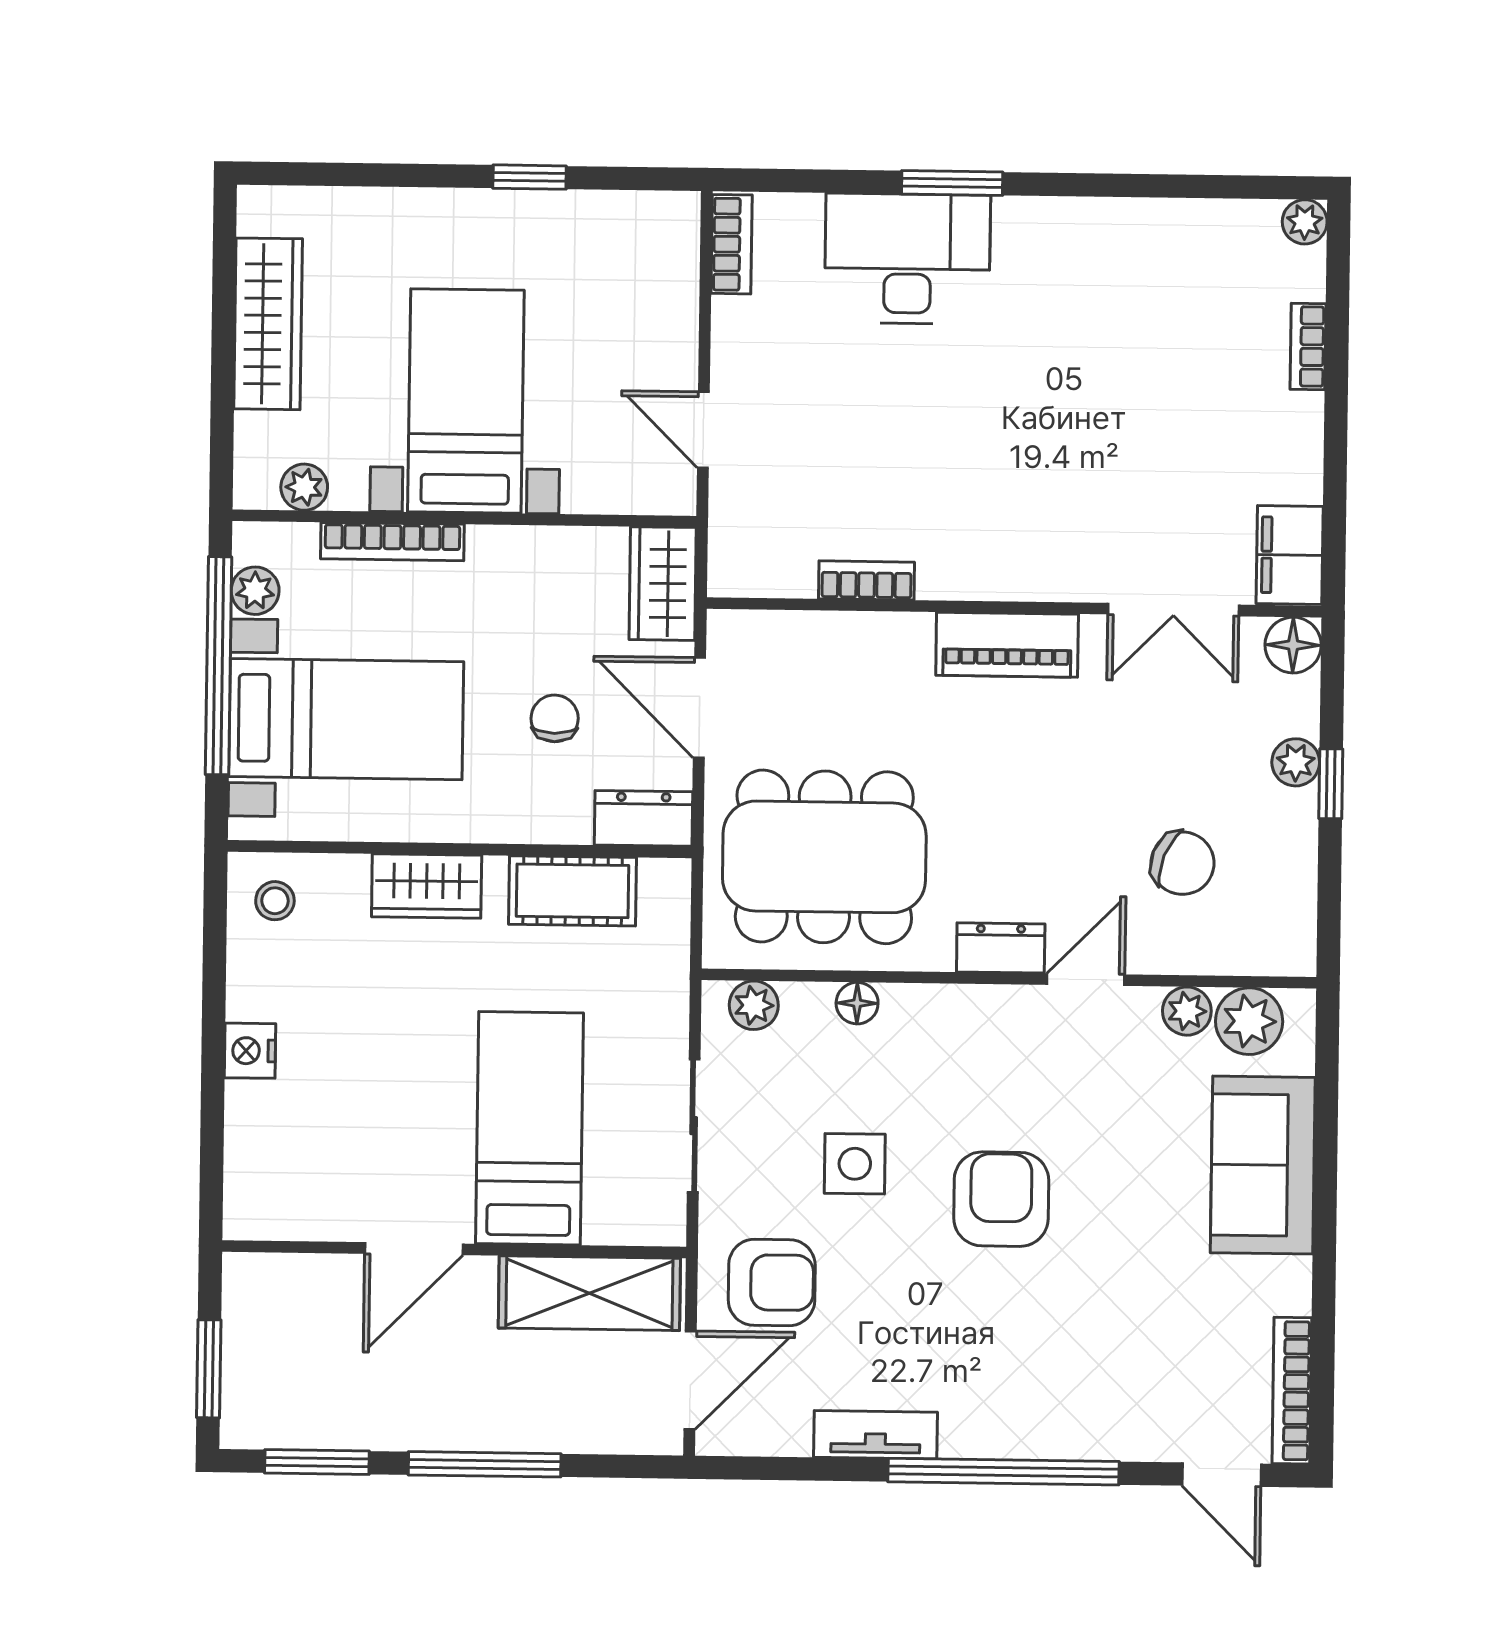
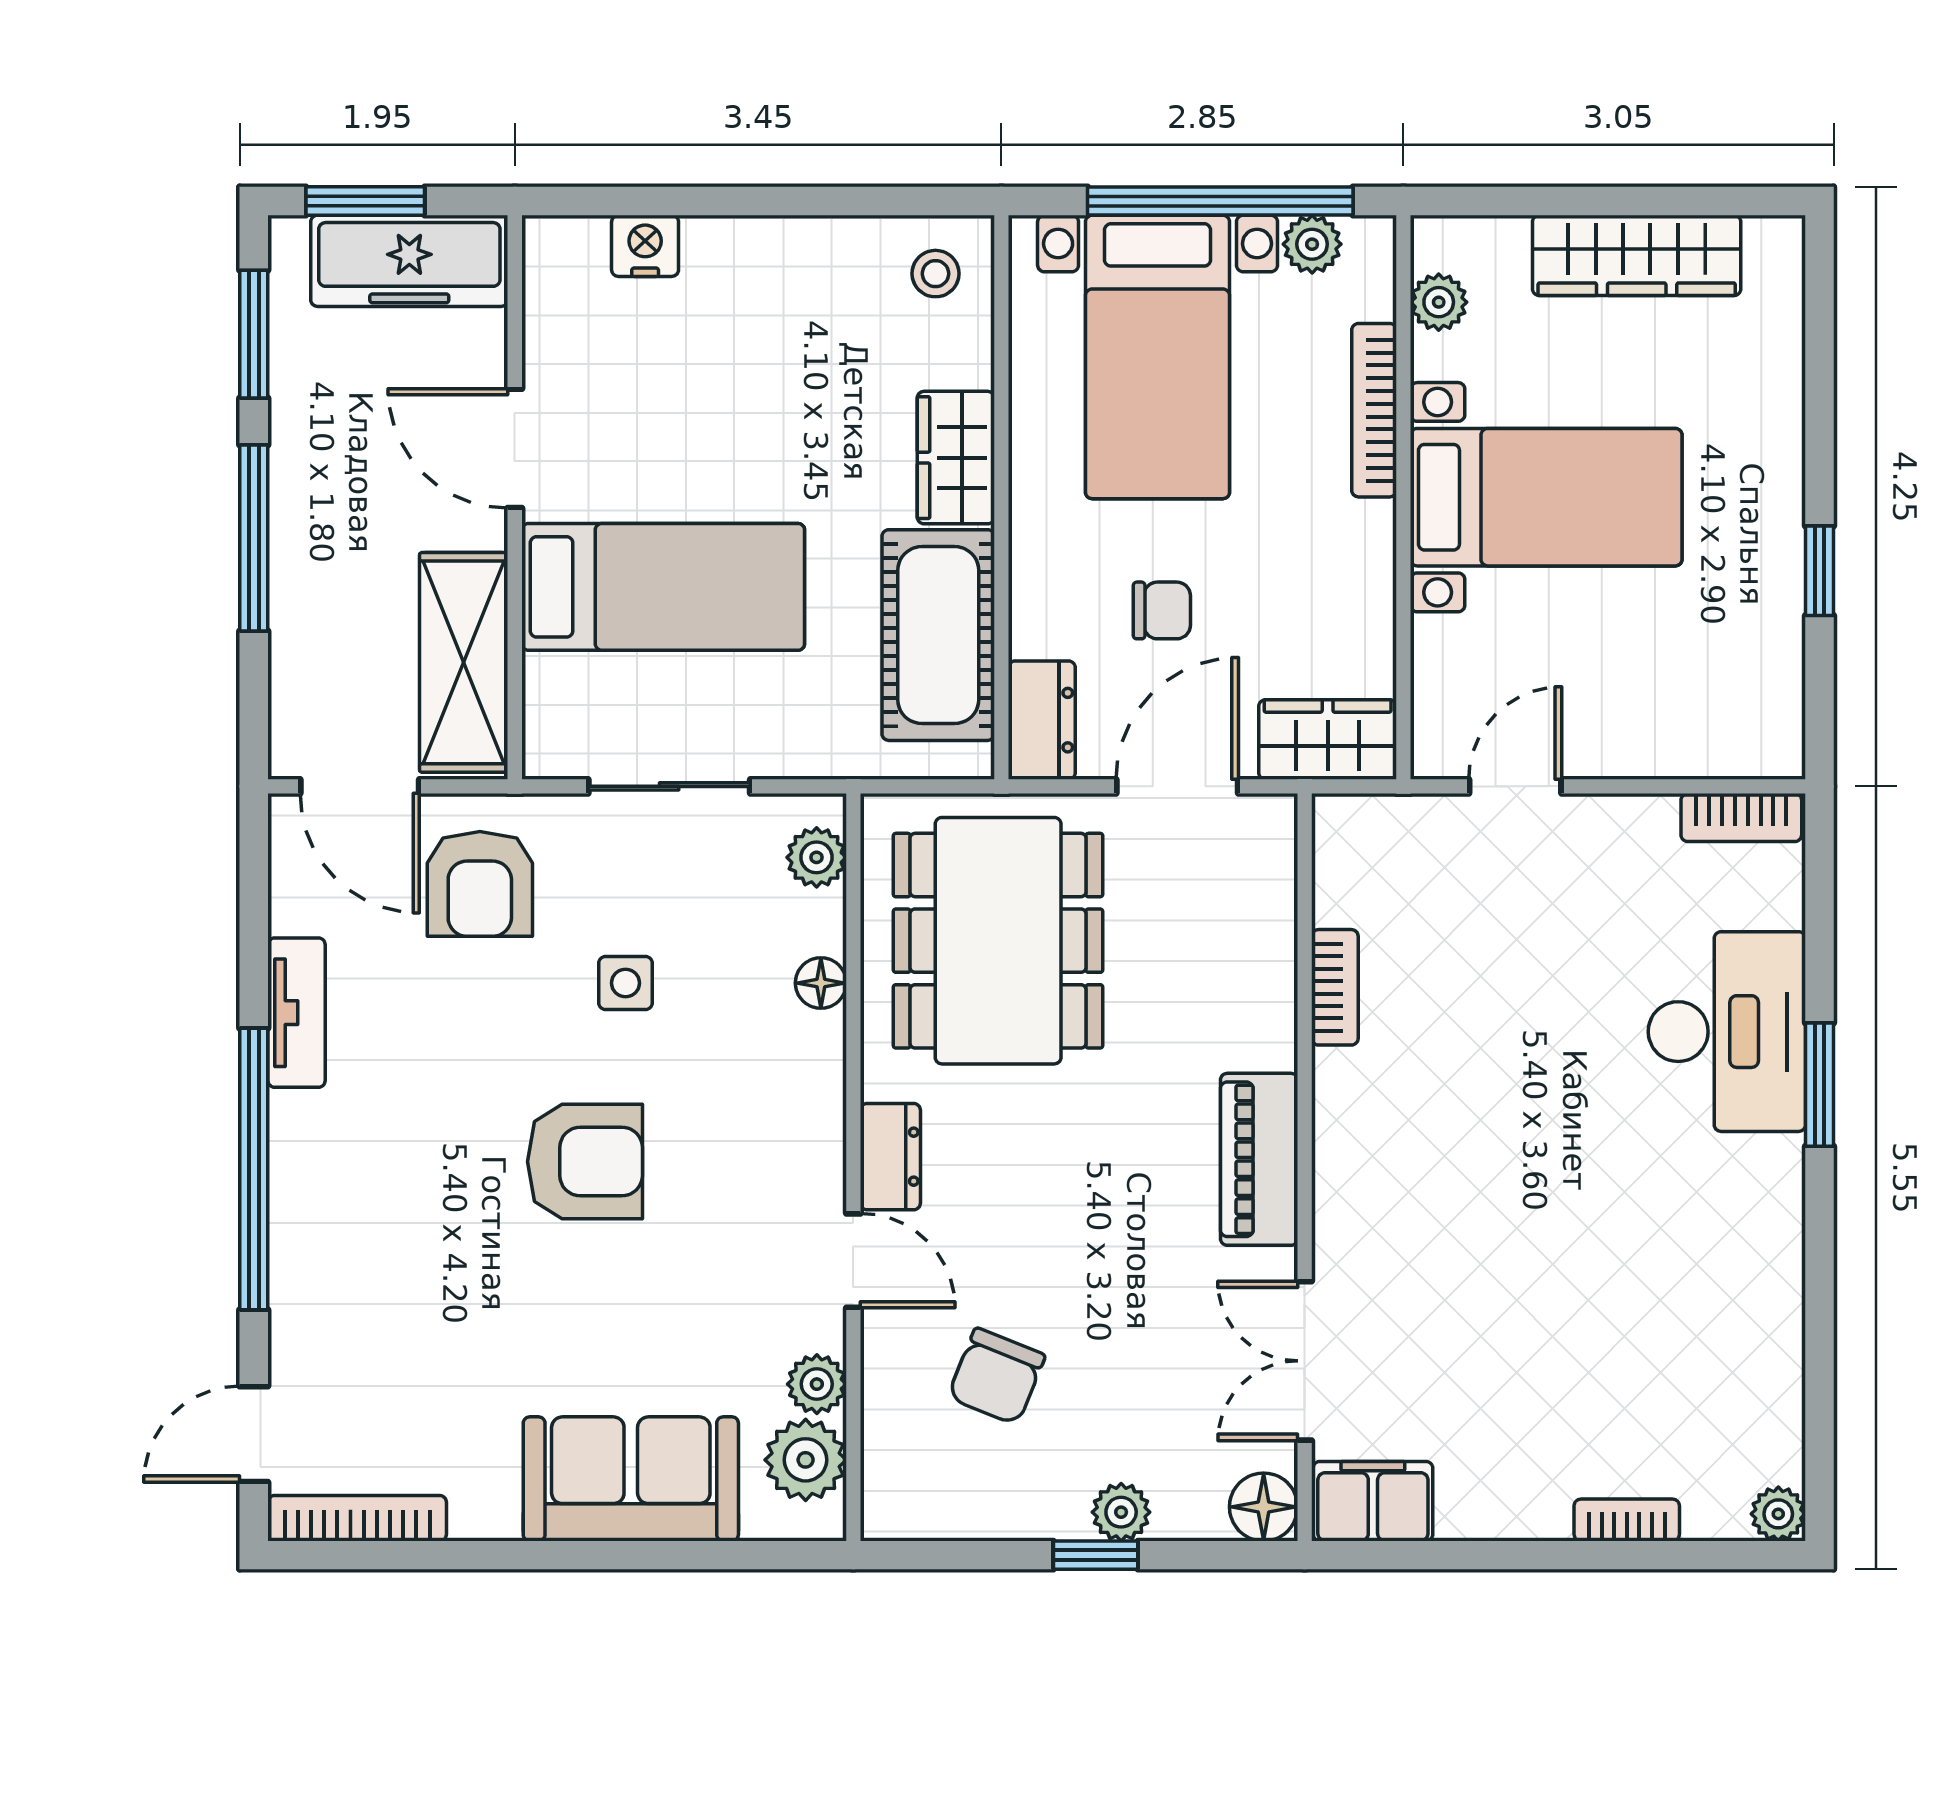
cot: (572, 891) -> (938, 635), width x1.37, depth x1.34
nightstand: (250, 1051) -> (645, 246), moved
side table: (855, 1164) -> (625, 983), width x0.73, depth x0.73
freezer: (258, 1333) -> (409, 261), added

